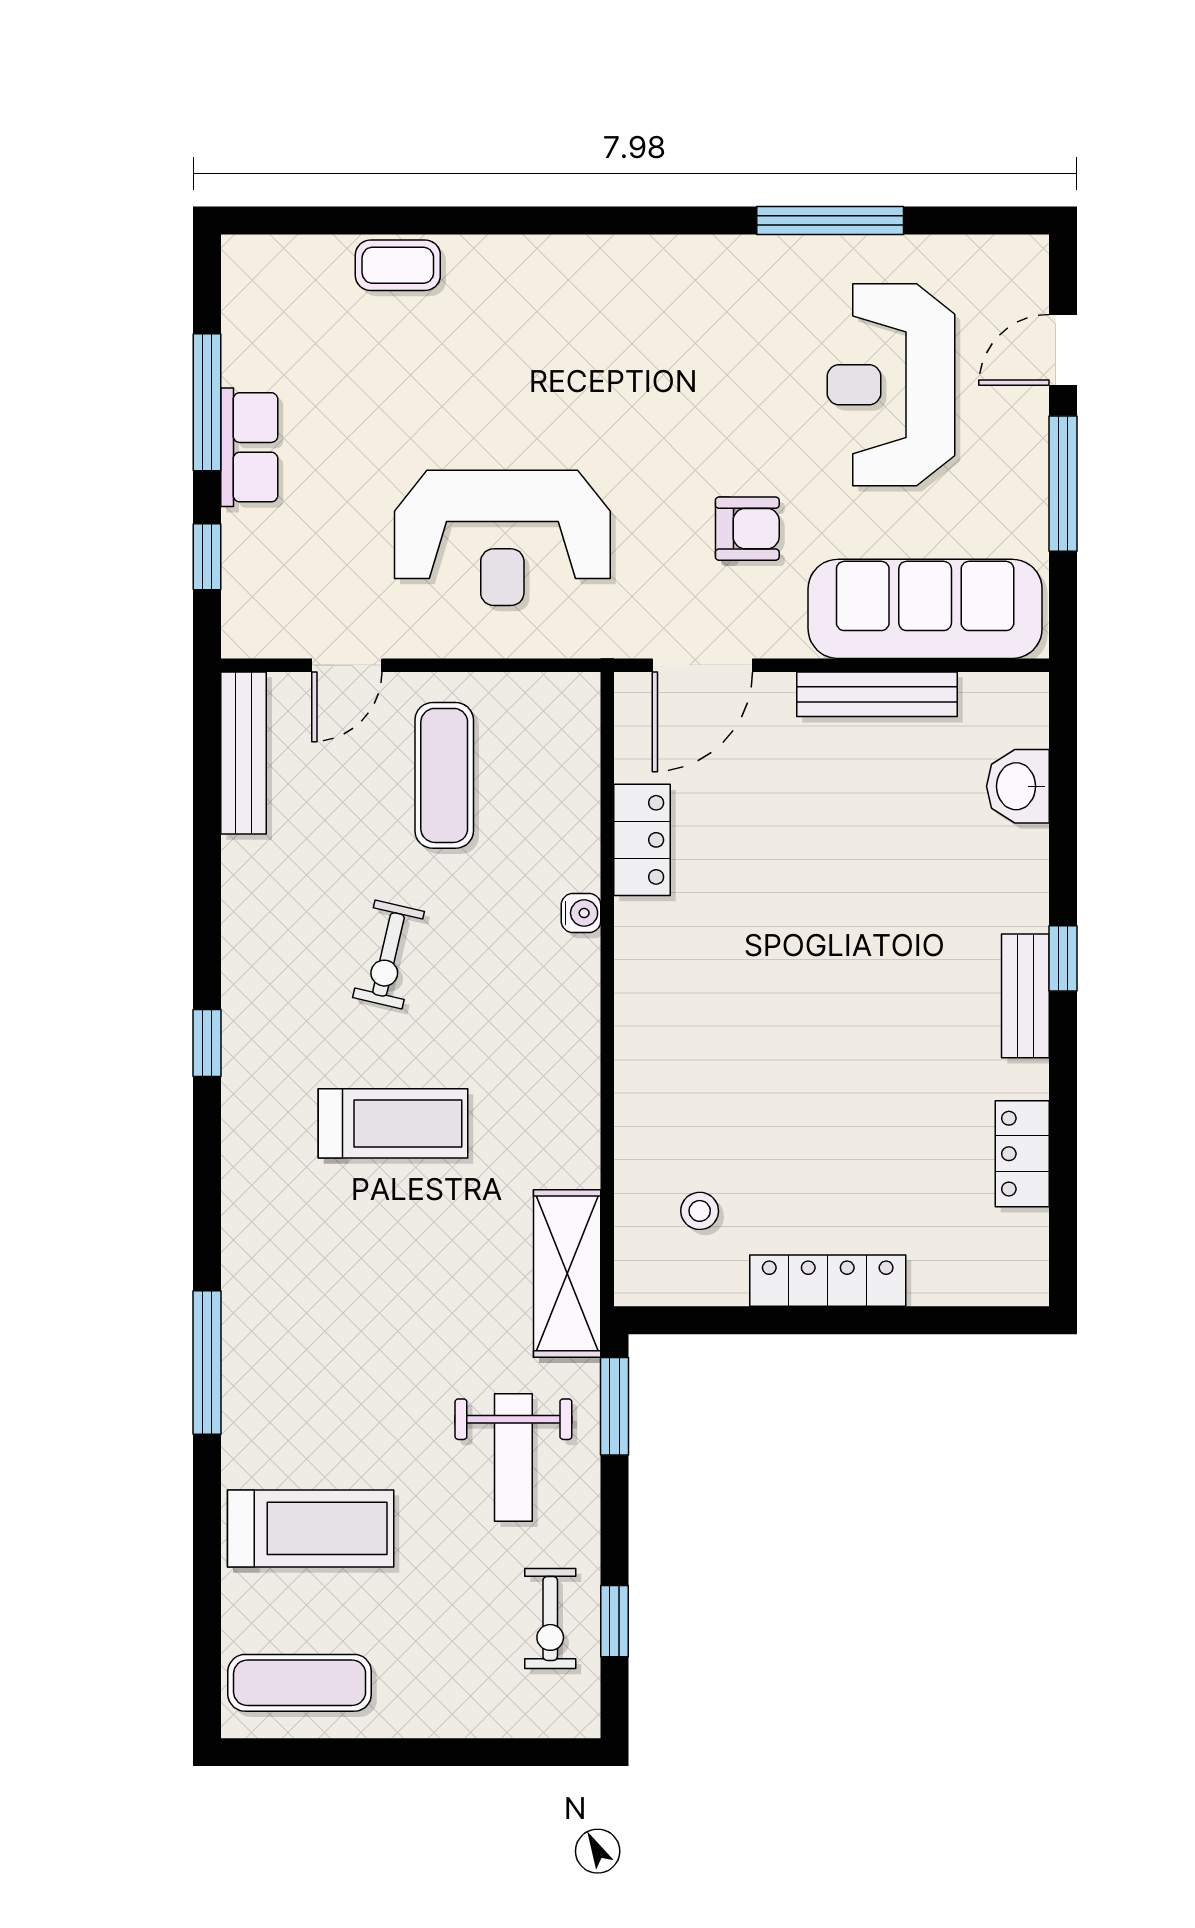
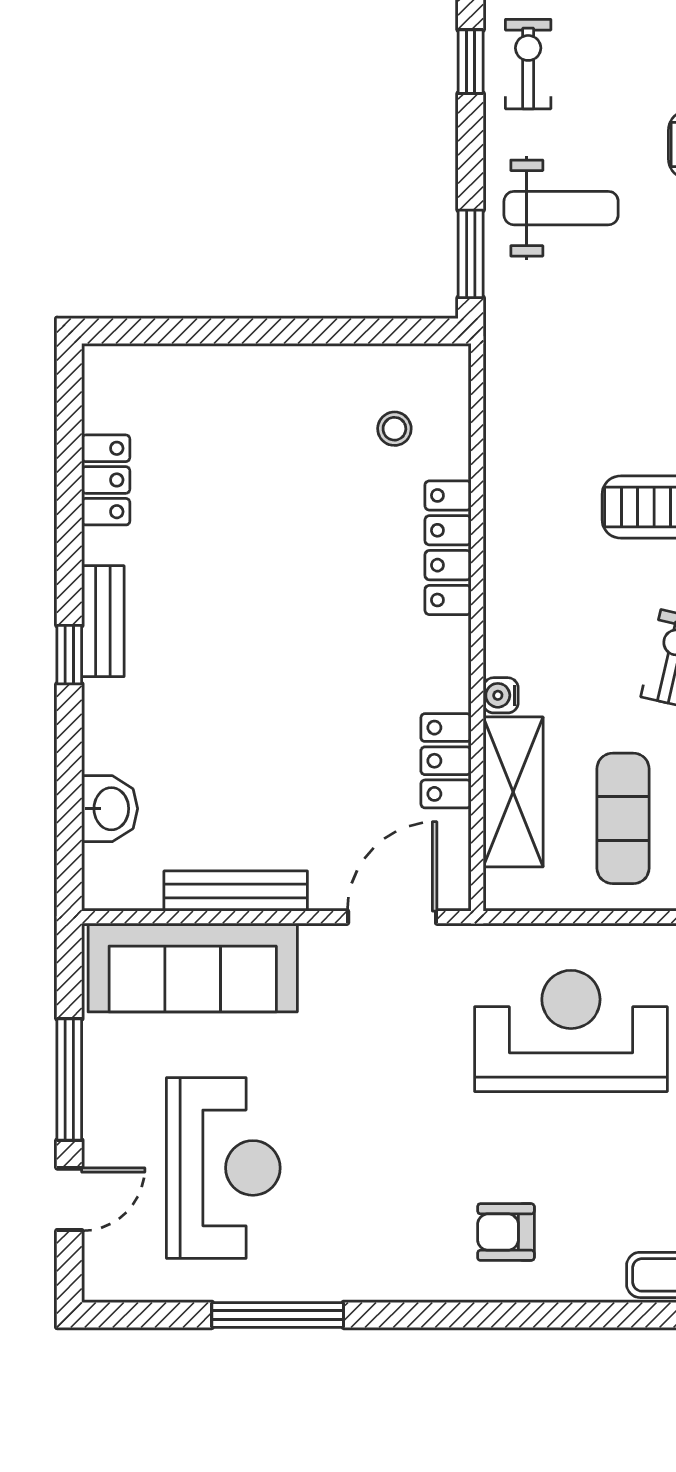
armchair: (747, 529) -> (506, 1232), moved
shelving: (567, 1273) -> (513, 792), moved
locker: (828, 1281) -> (448, 548), moved, turned 90
weight bench: (513, 1458) -> (561, 208), turned 90

